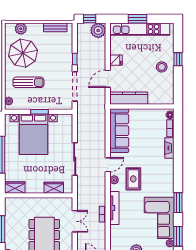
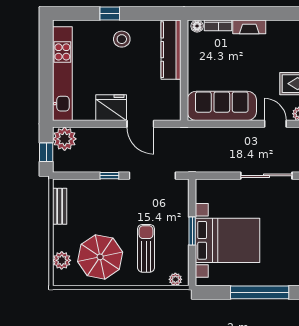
window: (138, 19) -> (46, 77), removed
fridge: (116, 60) -> (111, 108), width x1.88, depth x1.34
kitchen counter: (129, 98) -> (171, 50), moved

